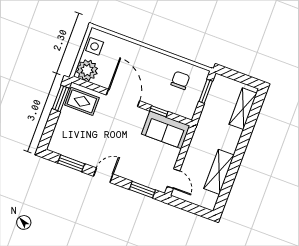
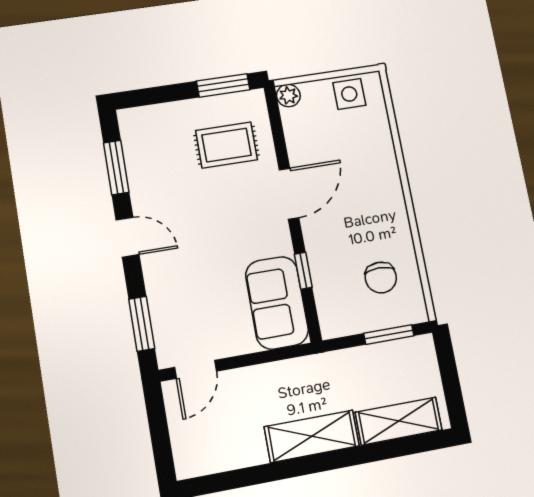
plant: (87, 70) -> (288, 96), width x0.53, depth x0.53
chair: (180, 80) -> (381, 277), turned 90
door: (123, 98) -> (289, 194), width x0.73
rug: (82, 101) -> (227, 145), moved, turned 90
shelving: (219, 172) -> (312, 436), moved

